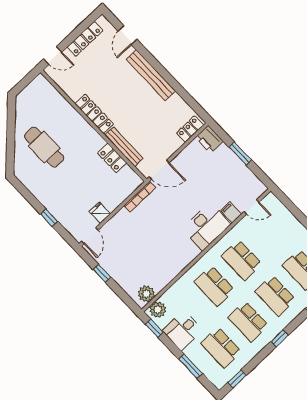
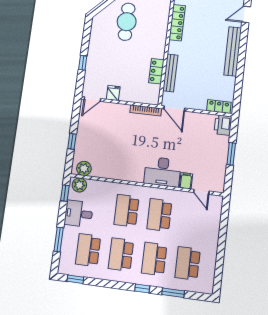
locker: (94, 114) -> (177, 23), moved
window: (102, 273) -> (72, 141), moved
window: (280, 338) -> (142, 288), moved

